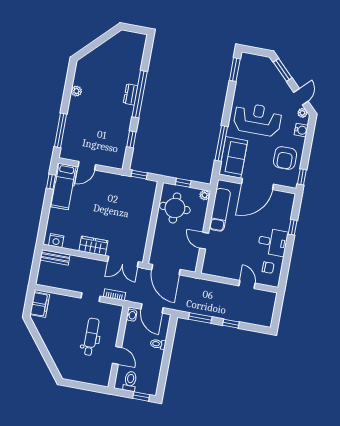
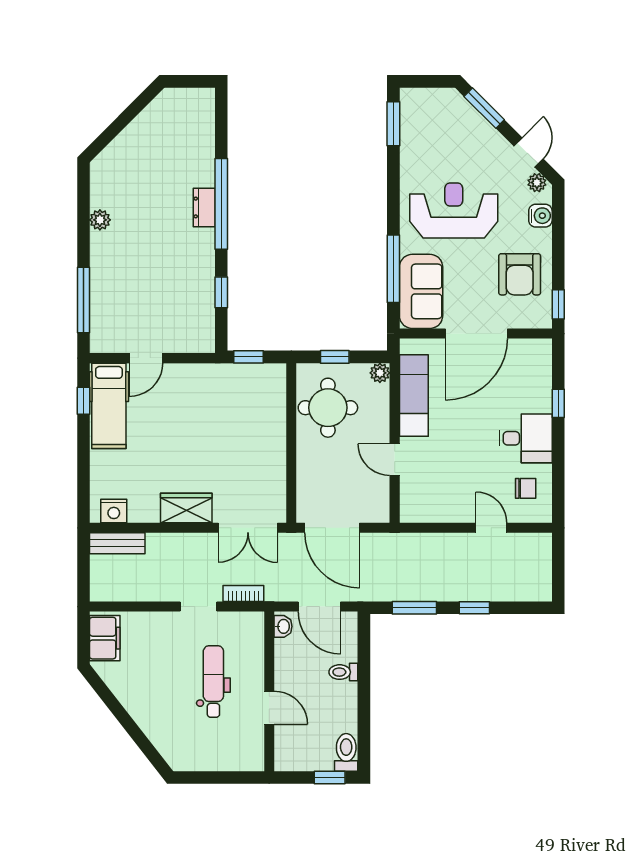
toilet: (130, 381) -> (346, 752), moved

